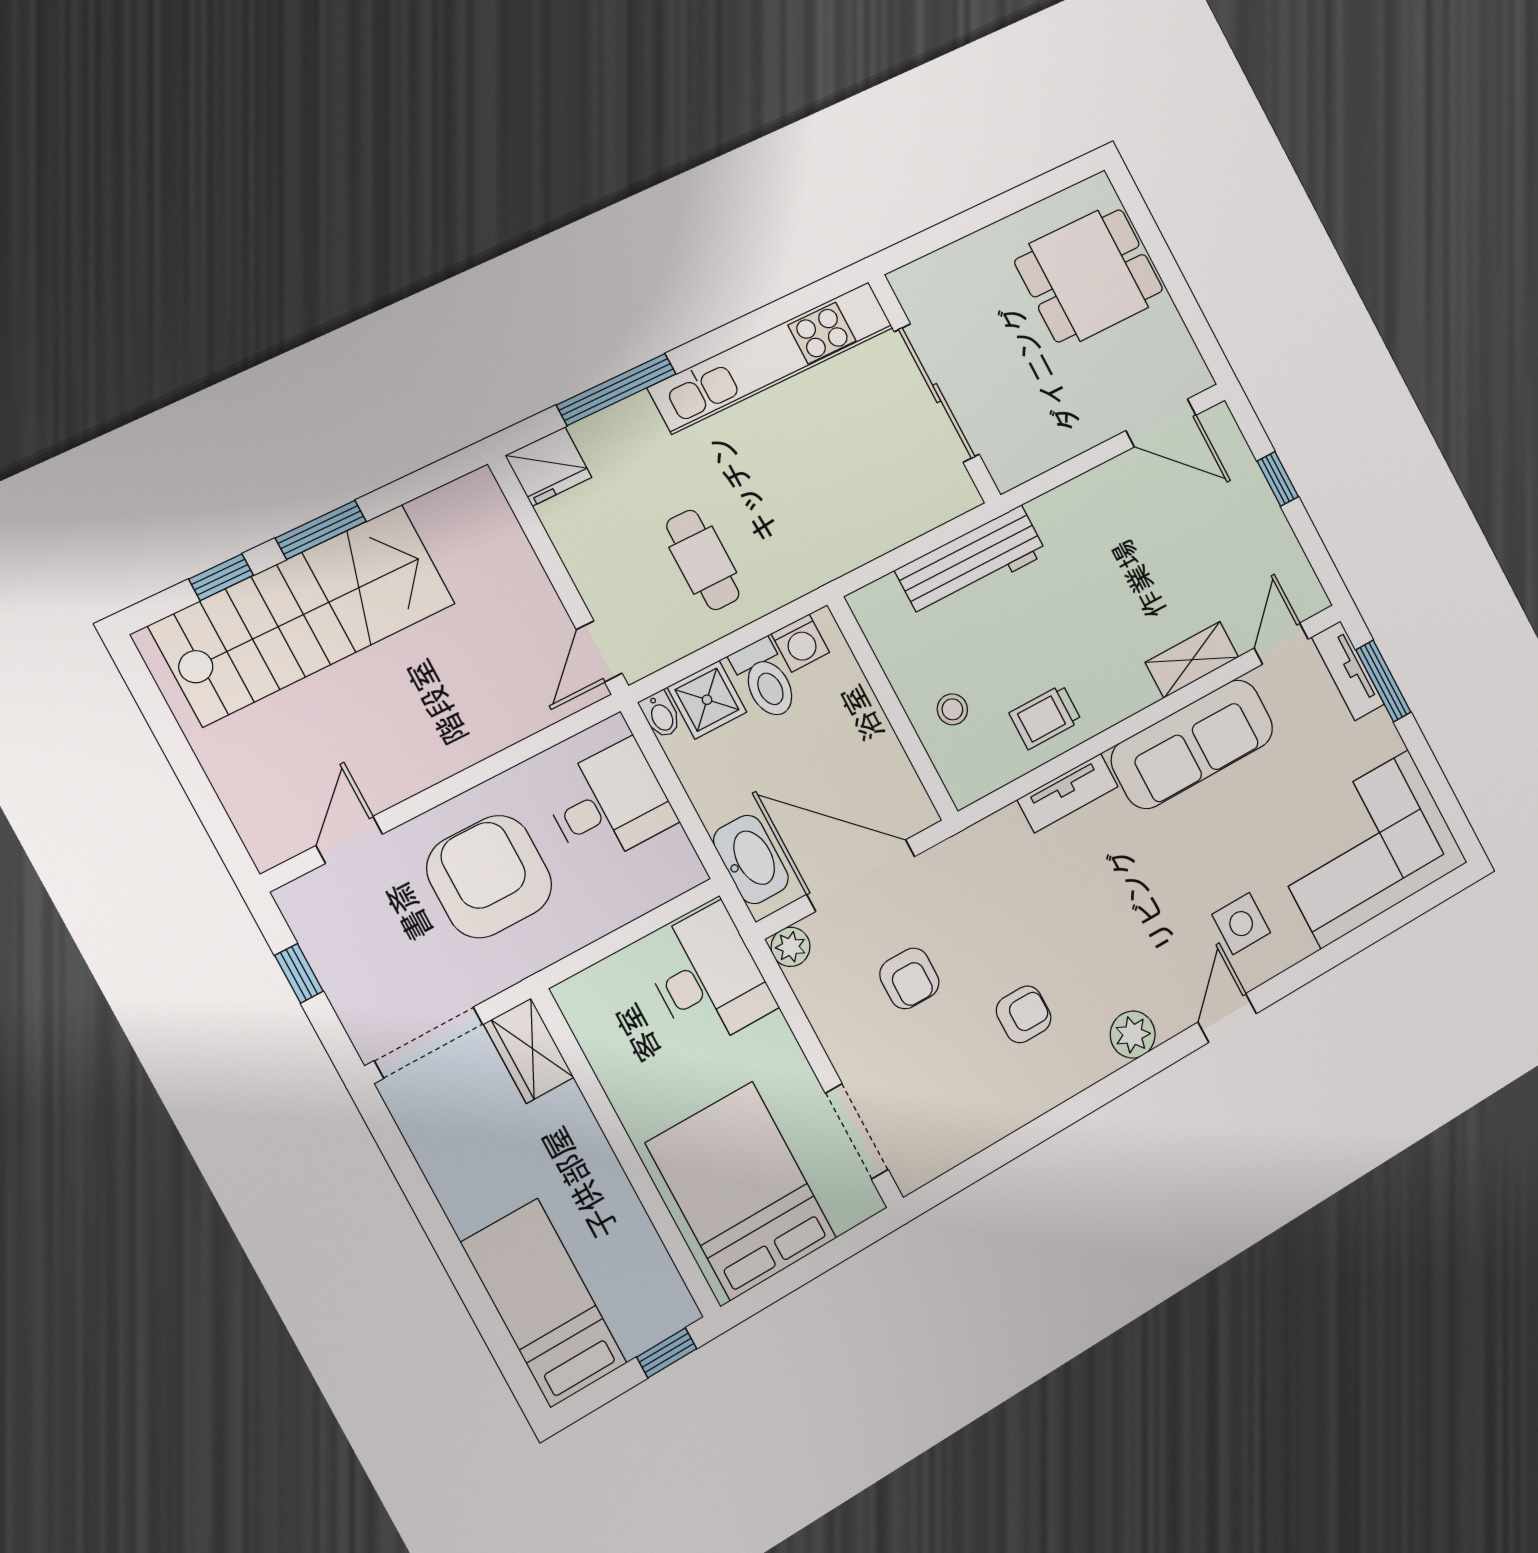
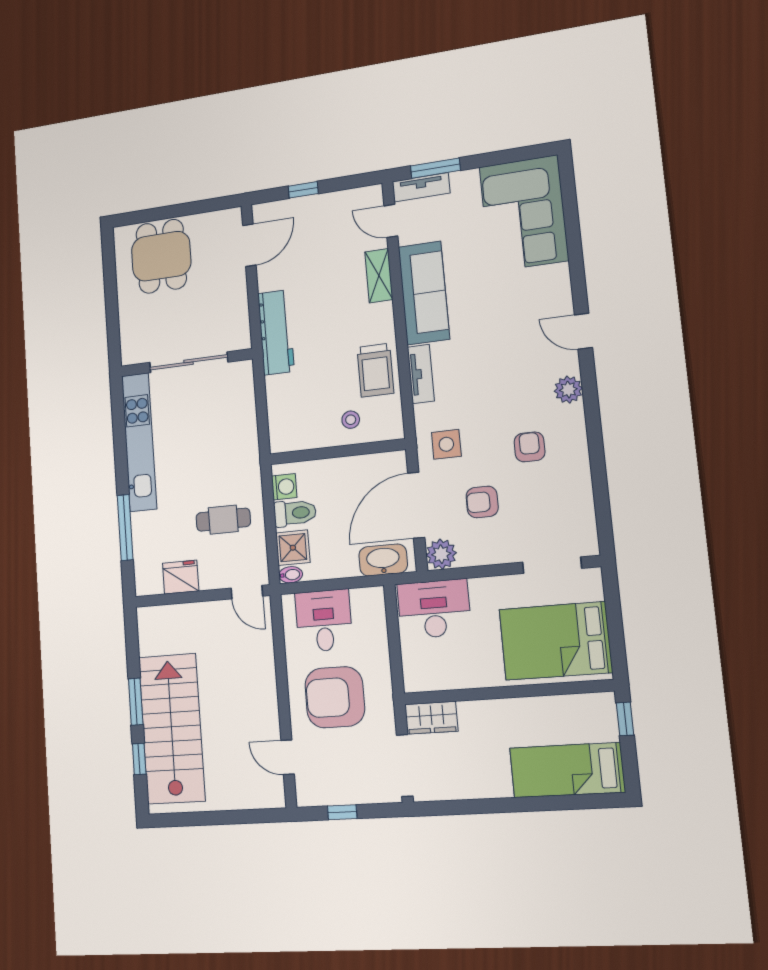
fridge: (549, 466) -> (181, 577), moved, turned -90
workbench: (971, 562) -> (276, 332), moved
trolley: (1045, 717) -> (375, 370), width x1.36, depth x1.39
side table: (1241, 924) -> (446, 444), moved
plant: (791, 947) -> (441, 554), width x1.38, depth x1.38
armchair: (909, 978) -> (482, 502), turned 180

